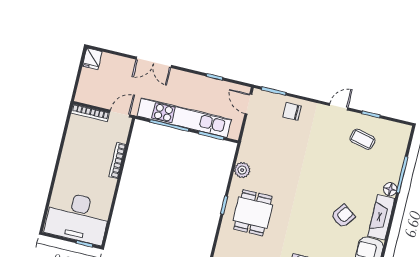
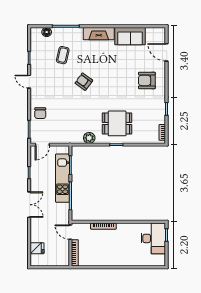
fridge: (92, 59) -> (37, 248), moved
double door: (154, 62) -> (29, 205), moved
kitchen unit: (184, 118) -> (63, 178), width x0.73
coffee table: (362, 139) -> (63, 55), moved
floor lamp: (390, 189) -> (47, 32), moved
armchair: (343, 216) -> (84, 82), moved
desk: (78, 218) -> (153, 238), width x0.73, depth x0.77

